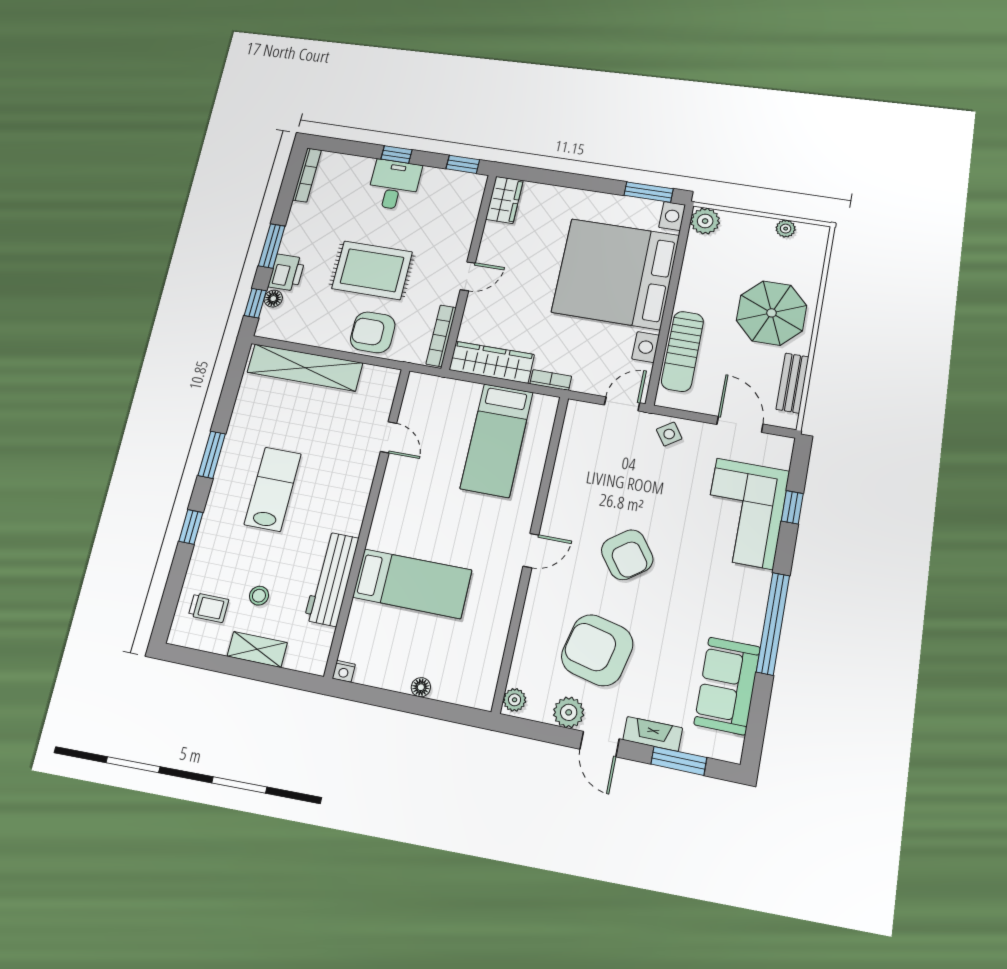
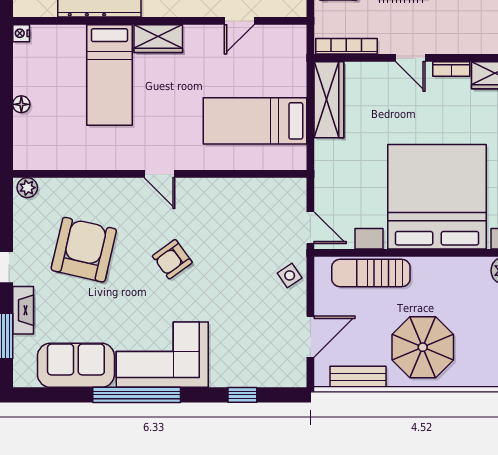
bookcase: (551, 380) -> (451, 69), moved, turned 90
corner sofa: (745, 513) -> (162, 355), moved
wardrobe: (386, 524) -> (158, 39), added
armchair: (627, 555) -> (172, 259), width x0.72, depth x0.72
plant: (569, 712) -> (26, 236), removed

